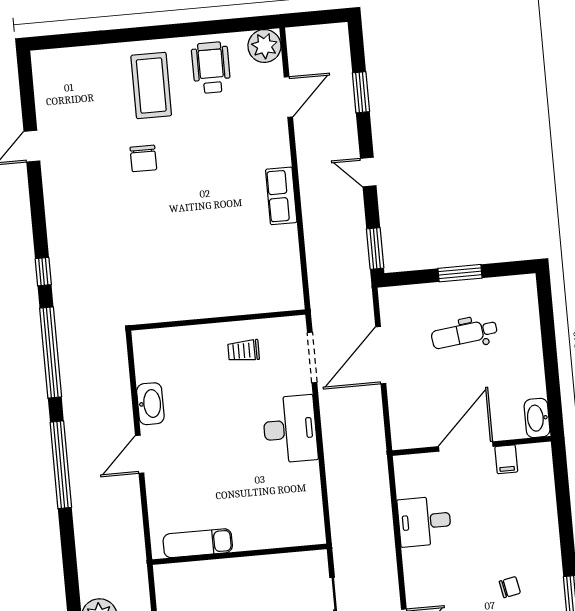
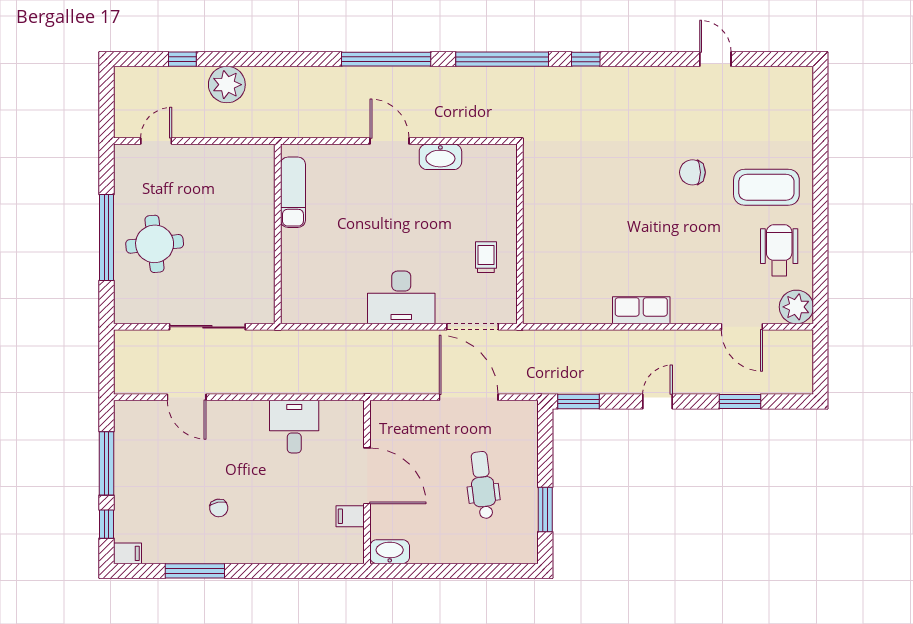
wheelchair: (211, 68) -> (779, 250), turned -90
window: (460, 273) -> (545, 509), moved

